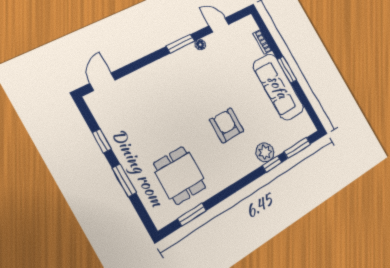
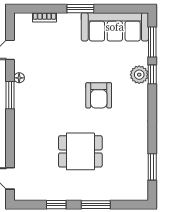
sofa: (278, 87) -> (115, 27), moved
armchair: (227, 125) -> (99, 95), turned -90
dining table: (180, 175) -> (80, 151), moved

